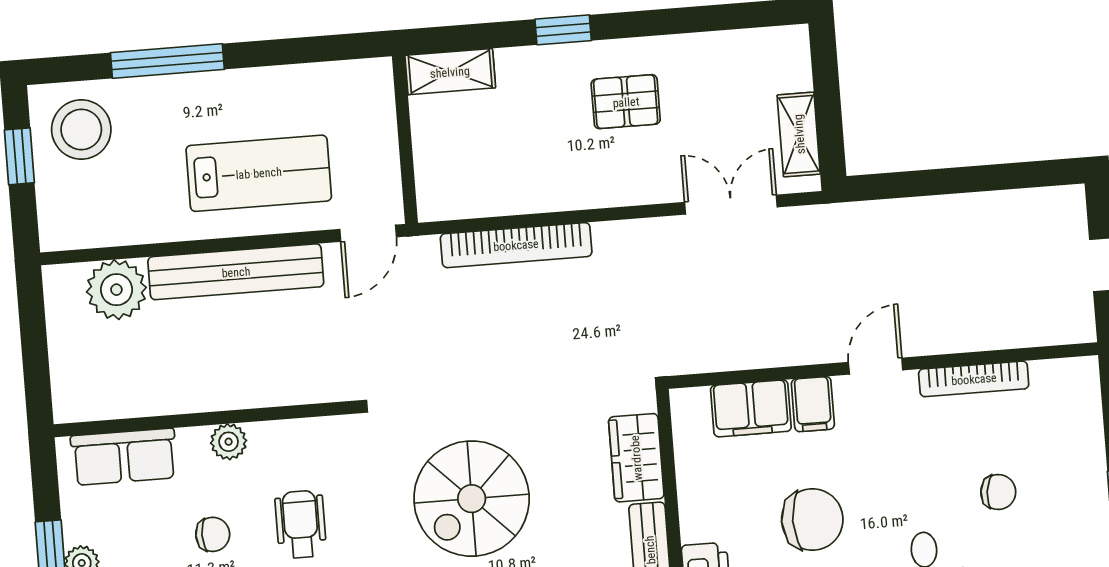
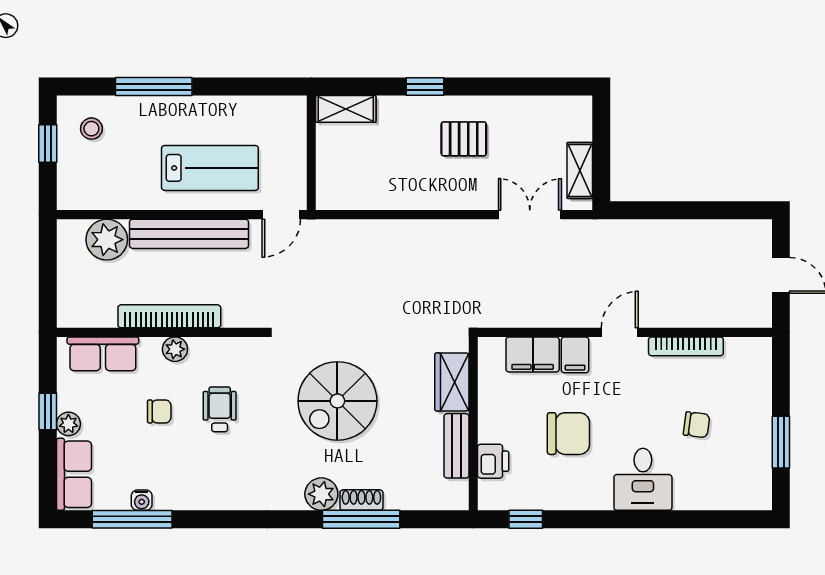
stool: (81, 129) -> (91, 129), width x0.53, depth x0.53
bookcase: (516, 245) -> (169, 316), moved, turned 180

